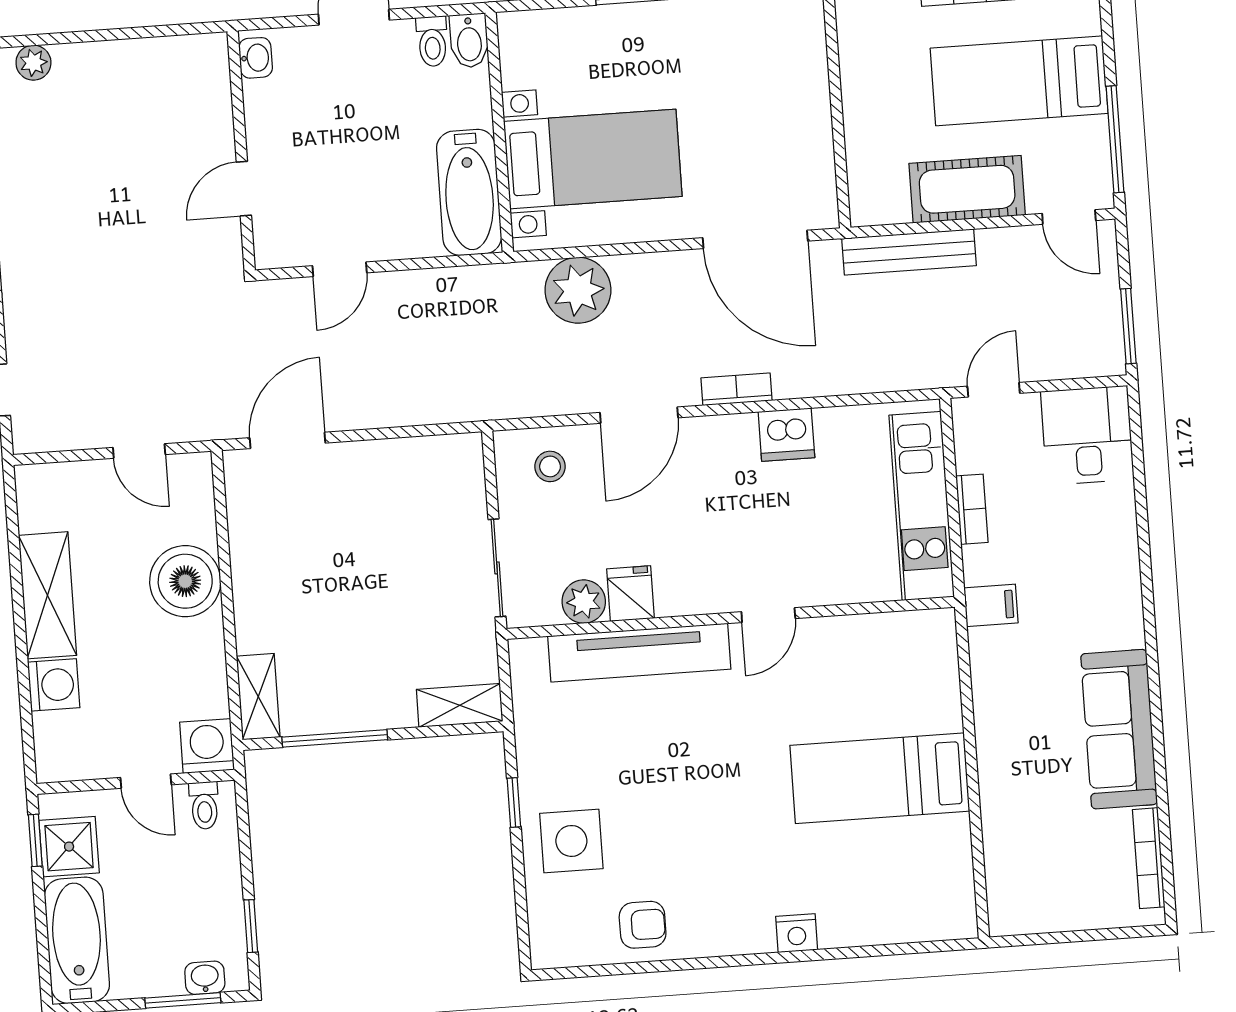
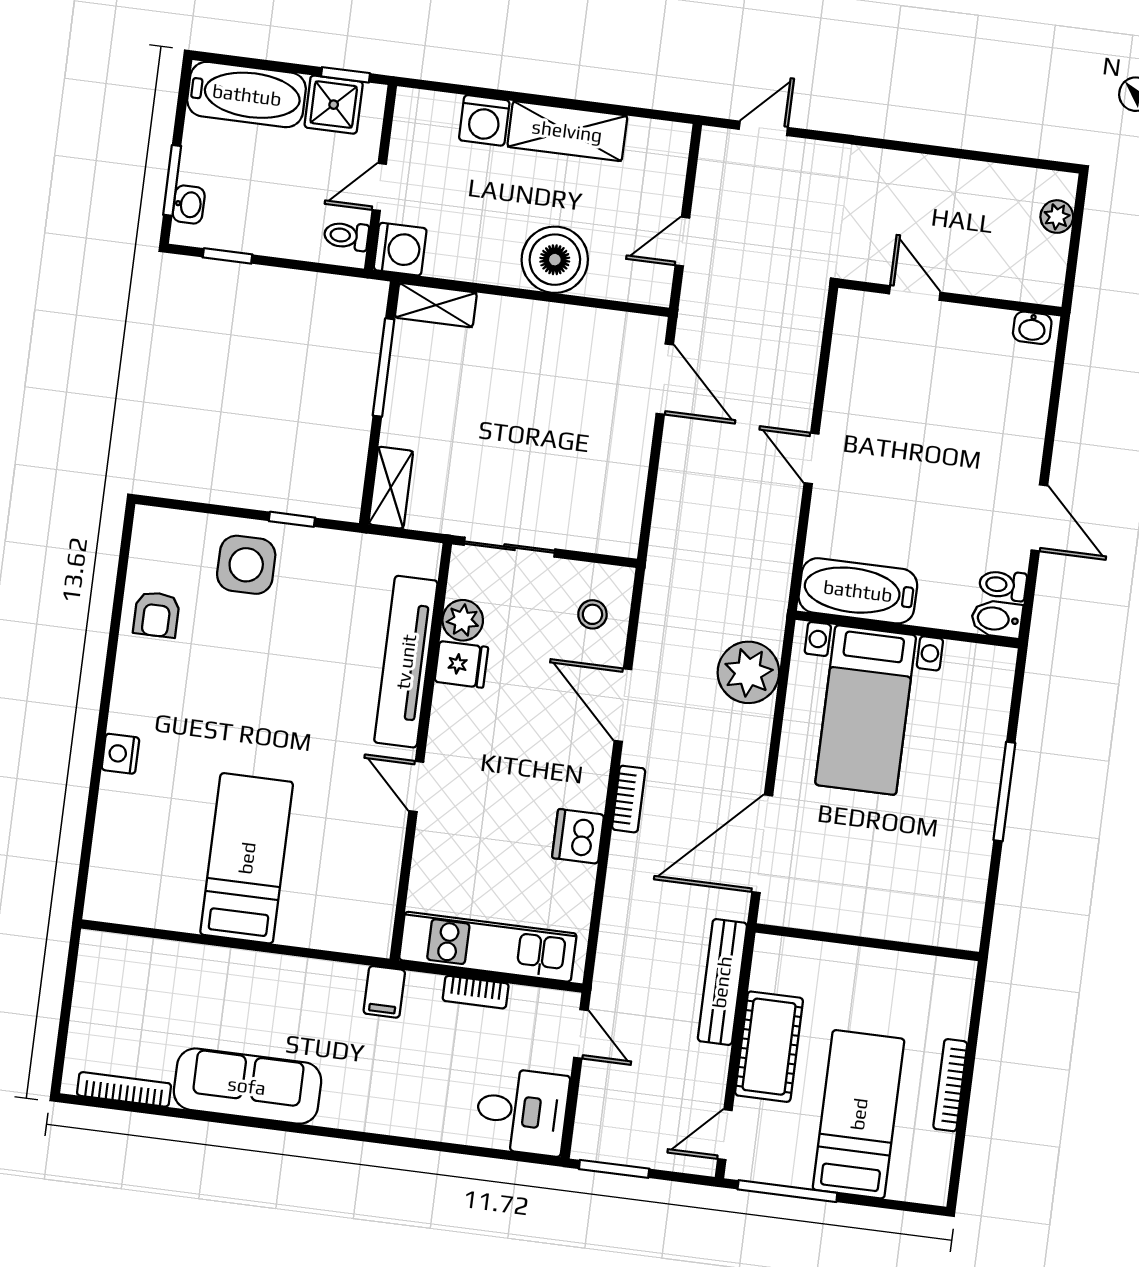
washbasin: (256, 58) -> (1032, 328), moved
wall: (241, 151) -> (950, 297), moved
door: (244, 189) -> (915, 293), moved

